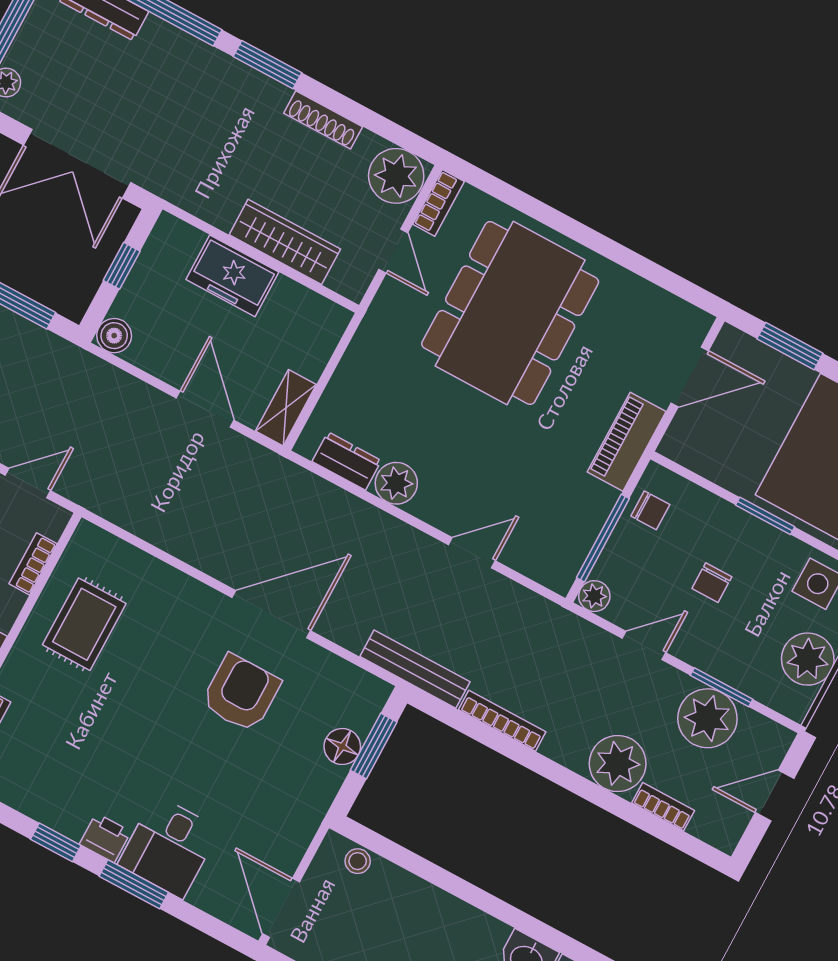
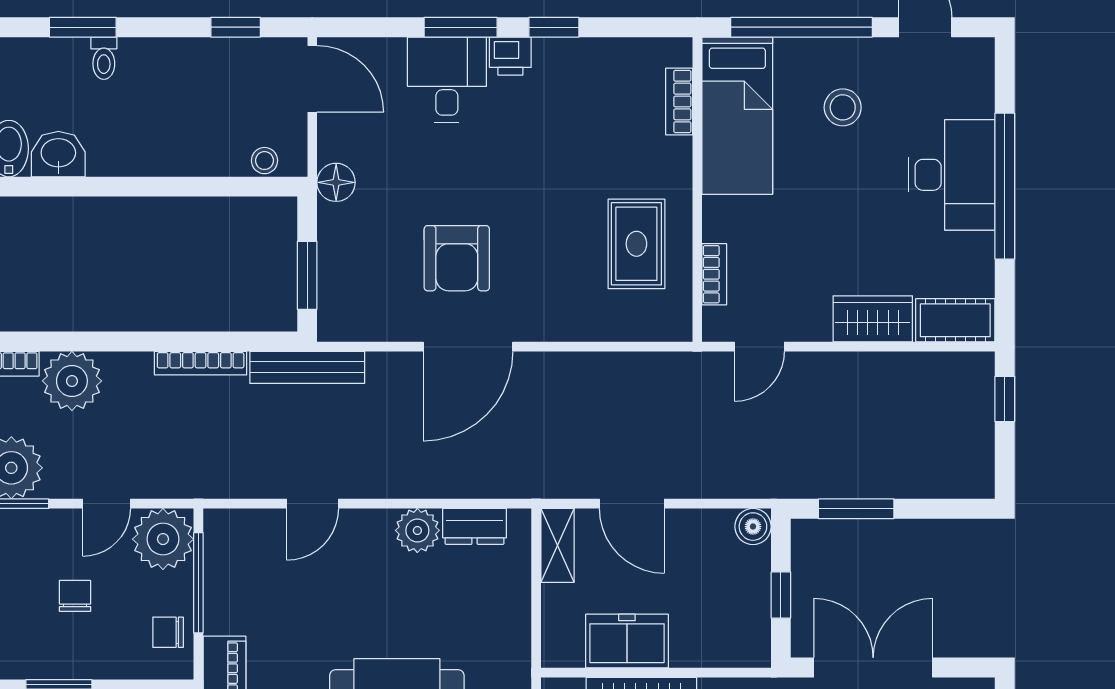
freezer: (232, 276) -> (627, 641), moved
plant: (594, 596) -> (163, 539), width x1.88, depth x1.88
floor lamp: (342, 747) -> (336, 182), moved

